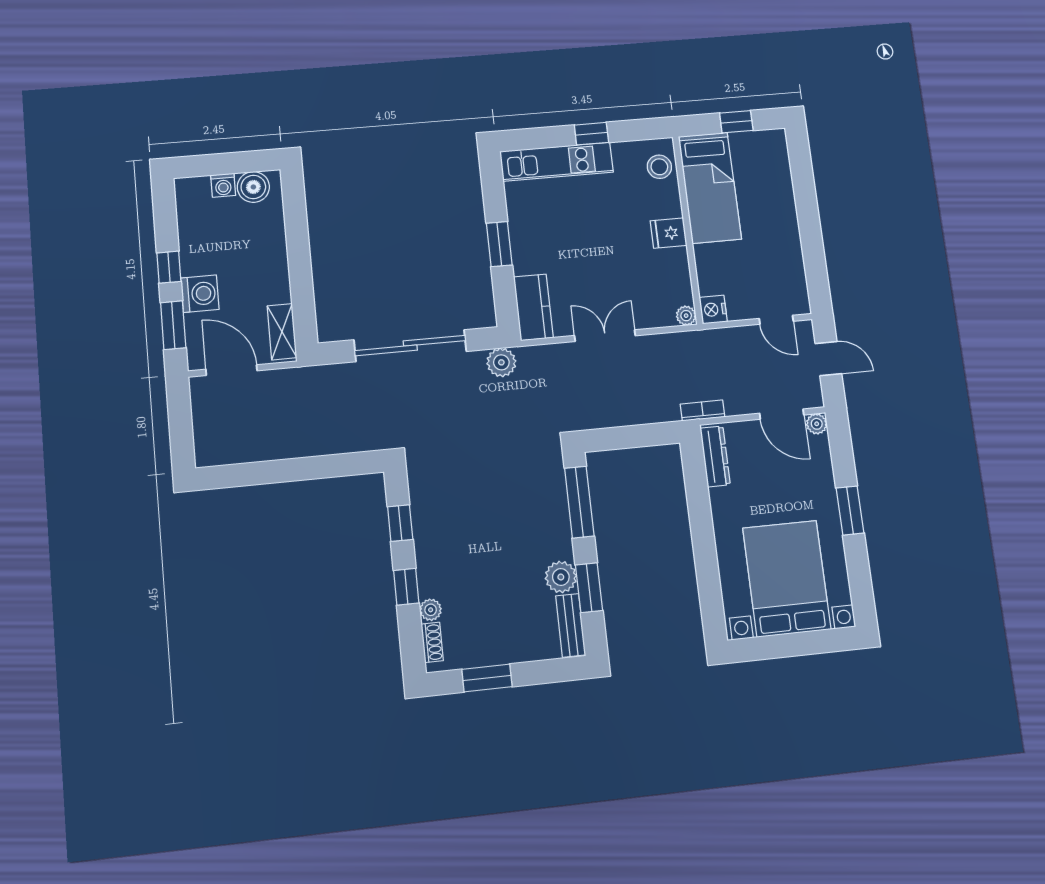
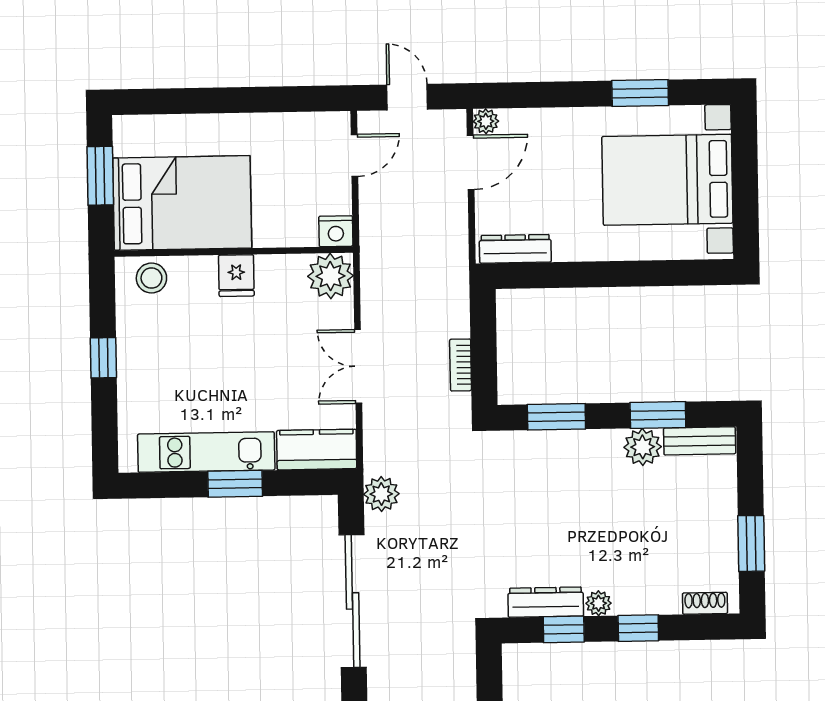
window: (736, 122) -> (100, 176), width x1.50
kitchen unit: (557, 162) -> (206, 452), moved, turned -90
bed: (710, 188) -> (182, 203), width x1.50
plant: (686, 316) -> (330, 276), width x1.87, depth x1.87
door: (828, 359) -> (407, 97), hinge flipped
bookcase: (703, 410) -> (461, 365), moved
window: (579, 502) -> (556, 417), width x0.69
dresser: (422, 506) -> (546, 602), added
window: (850, 510) -> (640, 93), moved
plant: (431, 610) -> (599, 603), moved

